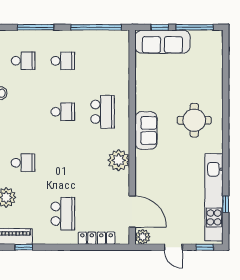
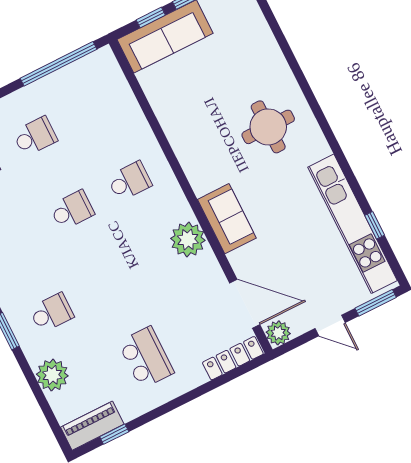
school desk: (103, 112) -> (129, 181), width x0.54
sofa: (146, 130) -> (227, 219), moved
locker: (97, 238) -> (233, 358), moved
window: (205, 247) -> (376, 303), width x1.50

